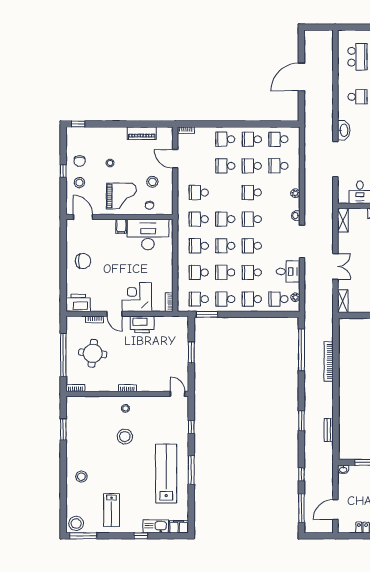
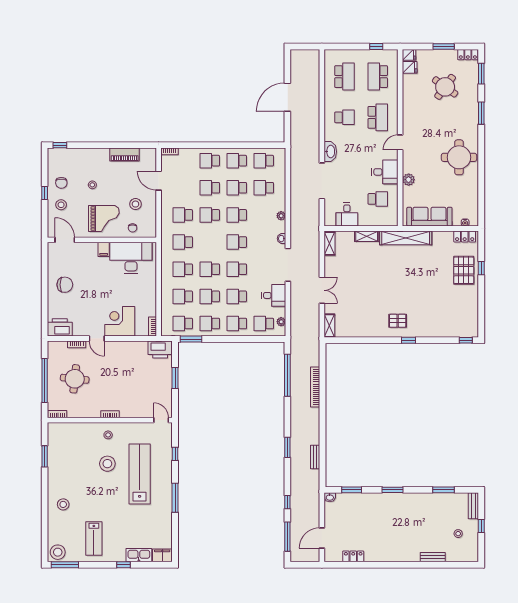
school desk: (225, 219) -> (210, 215), moved
printer: (142, 324) -> (160, 349), moved
lab bench: (166, 474) -> (140, 474), moved

